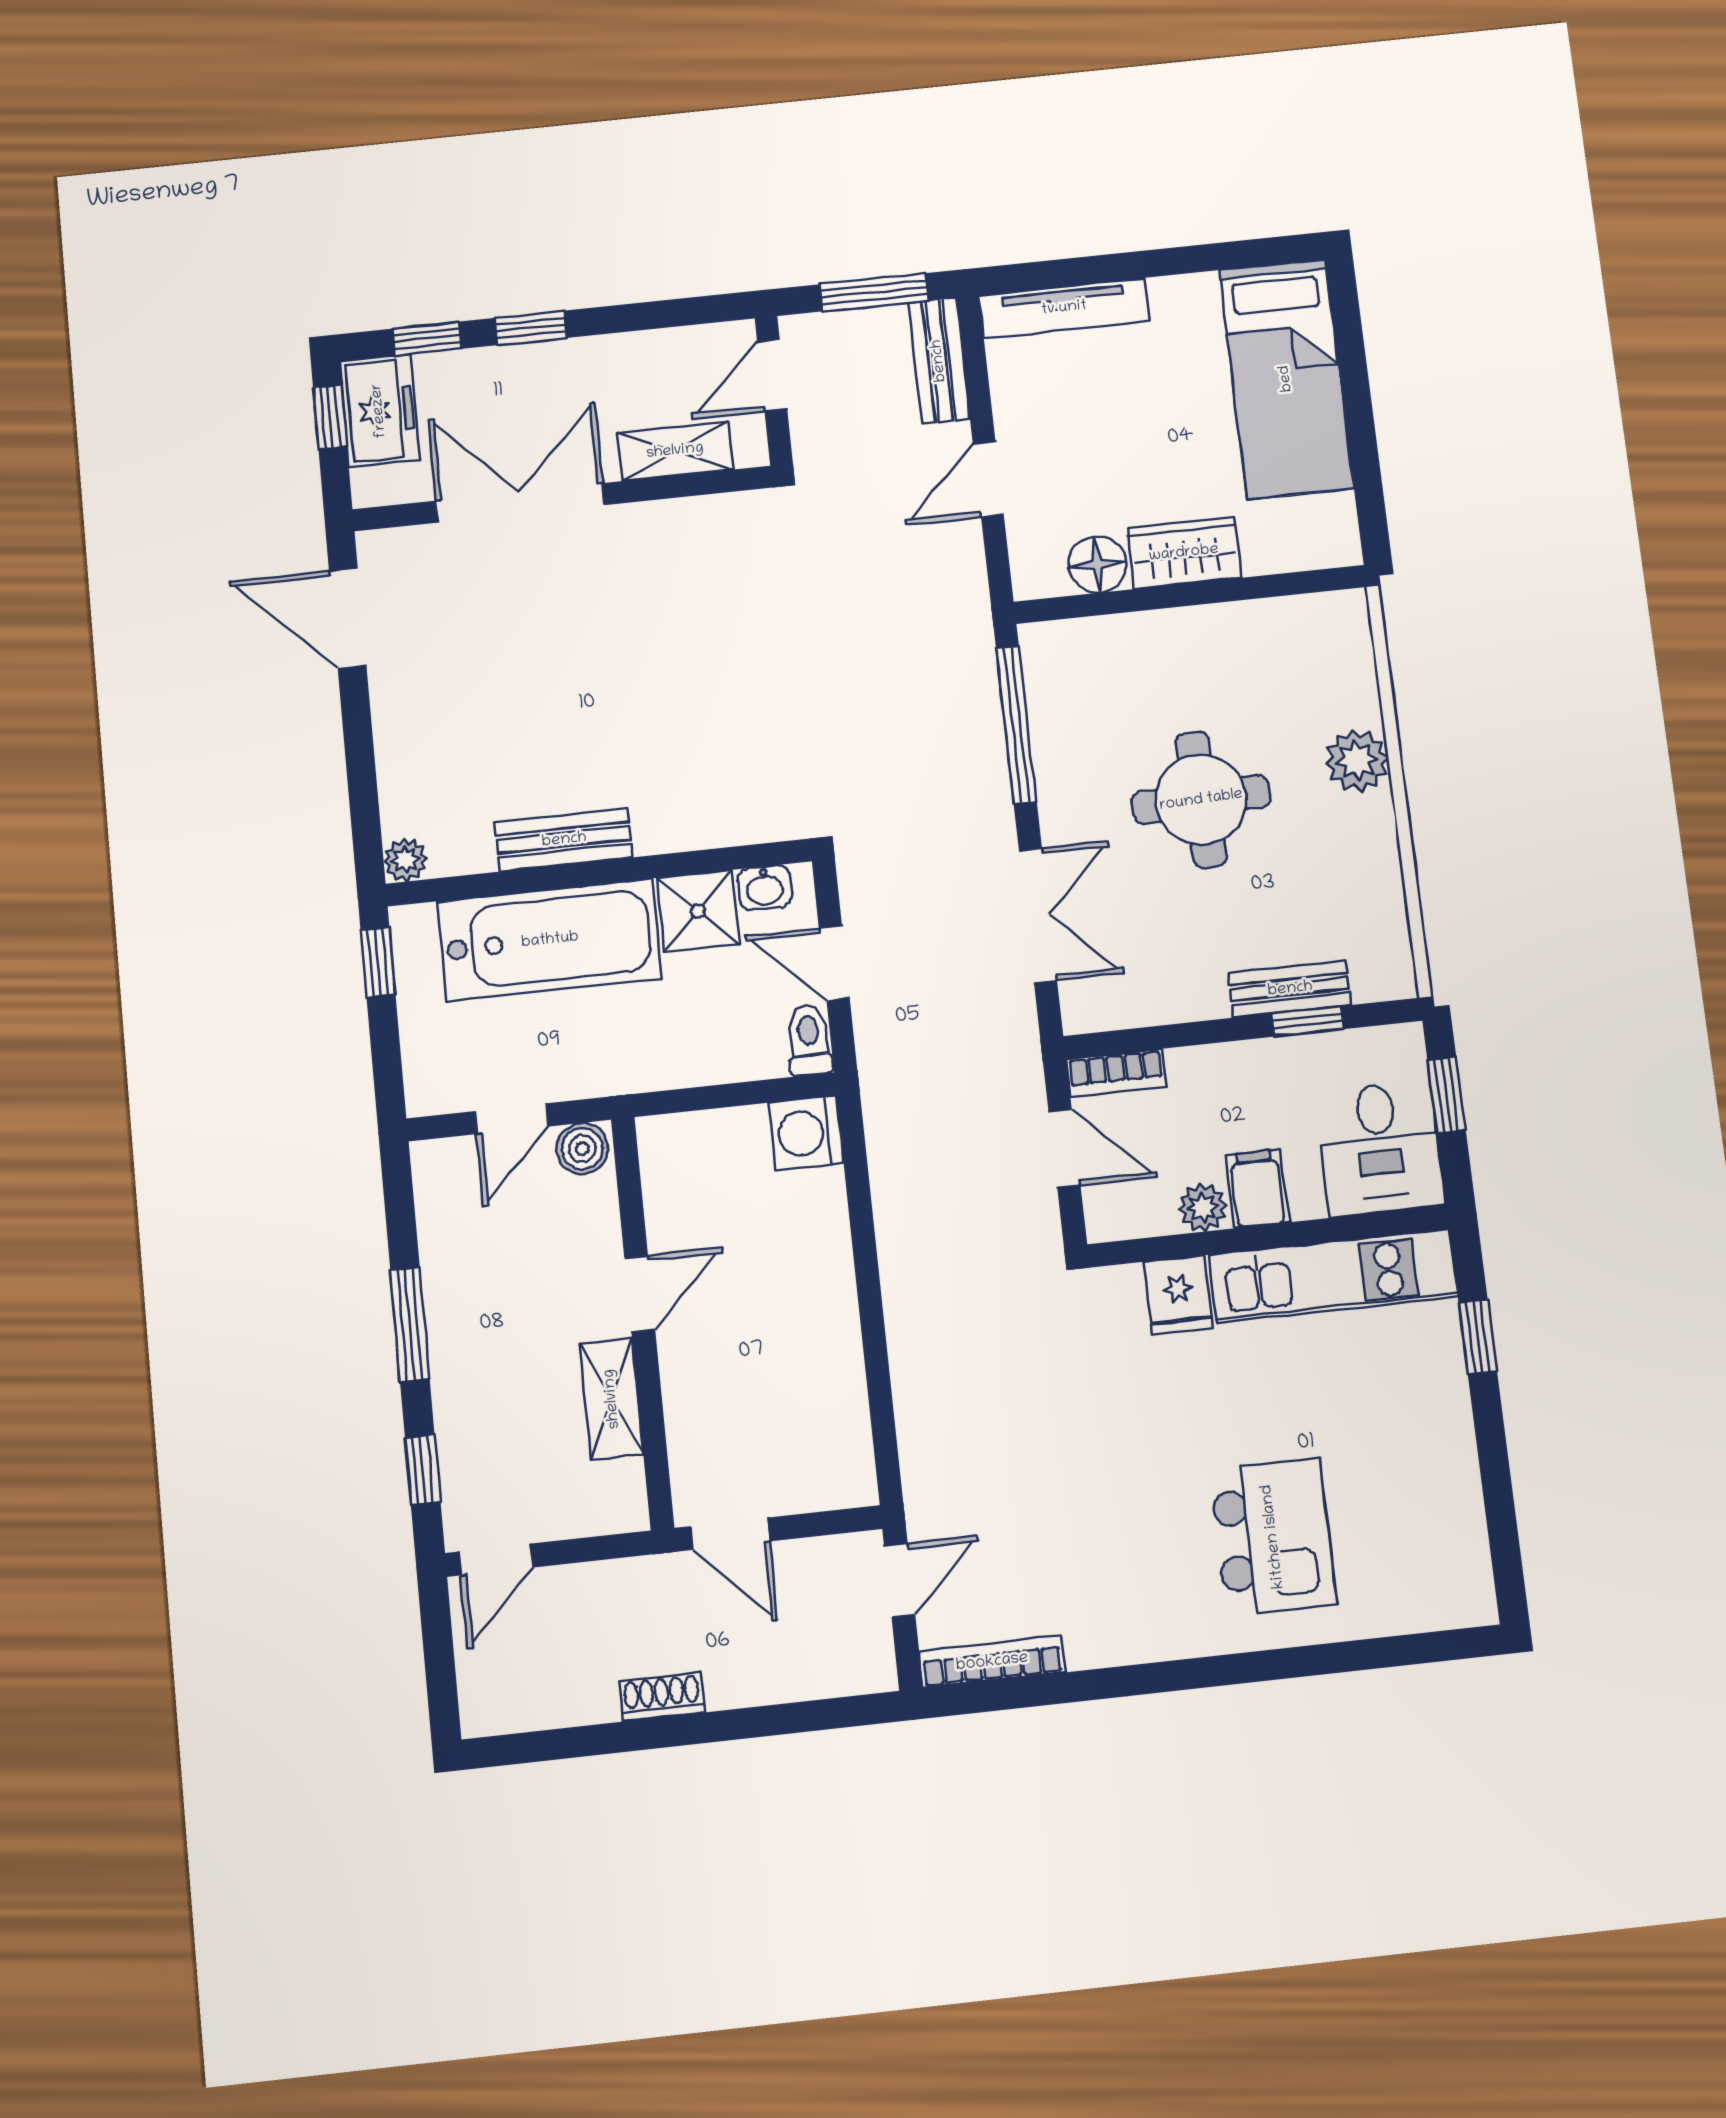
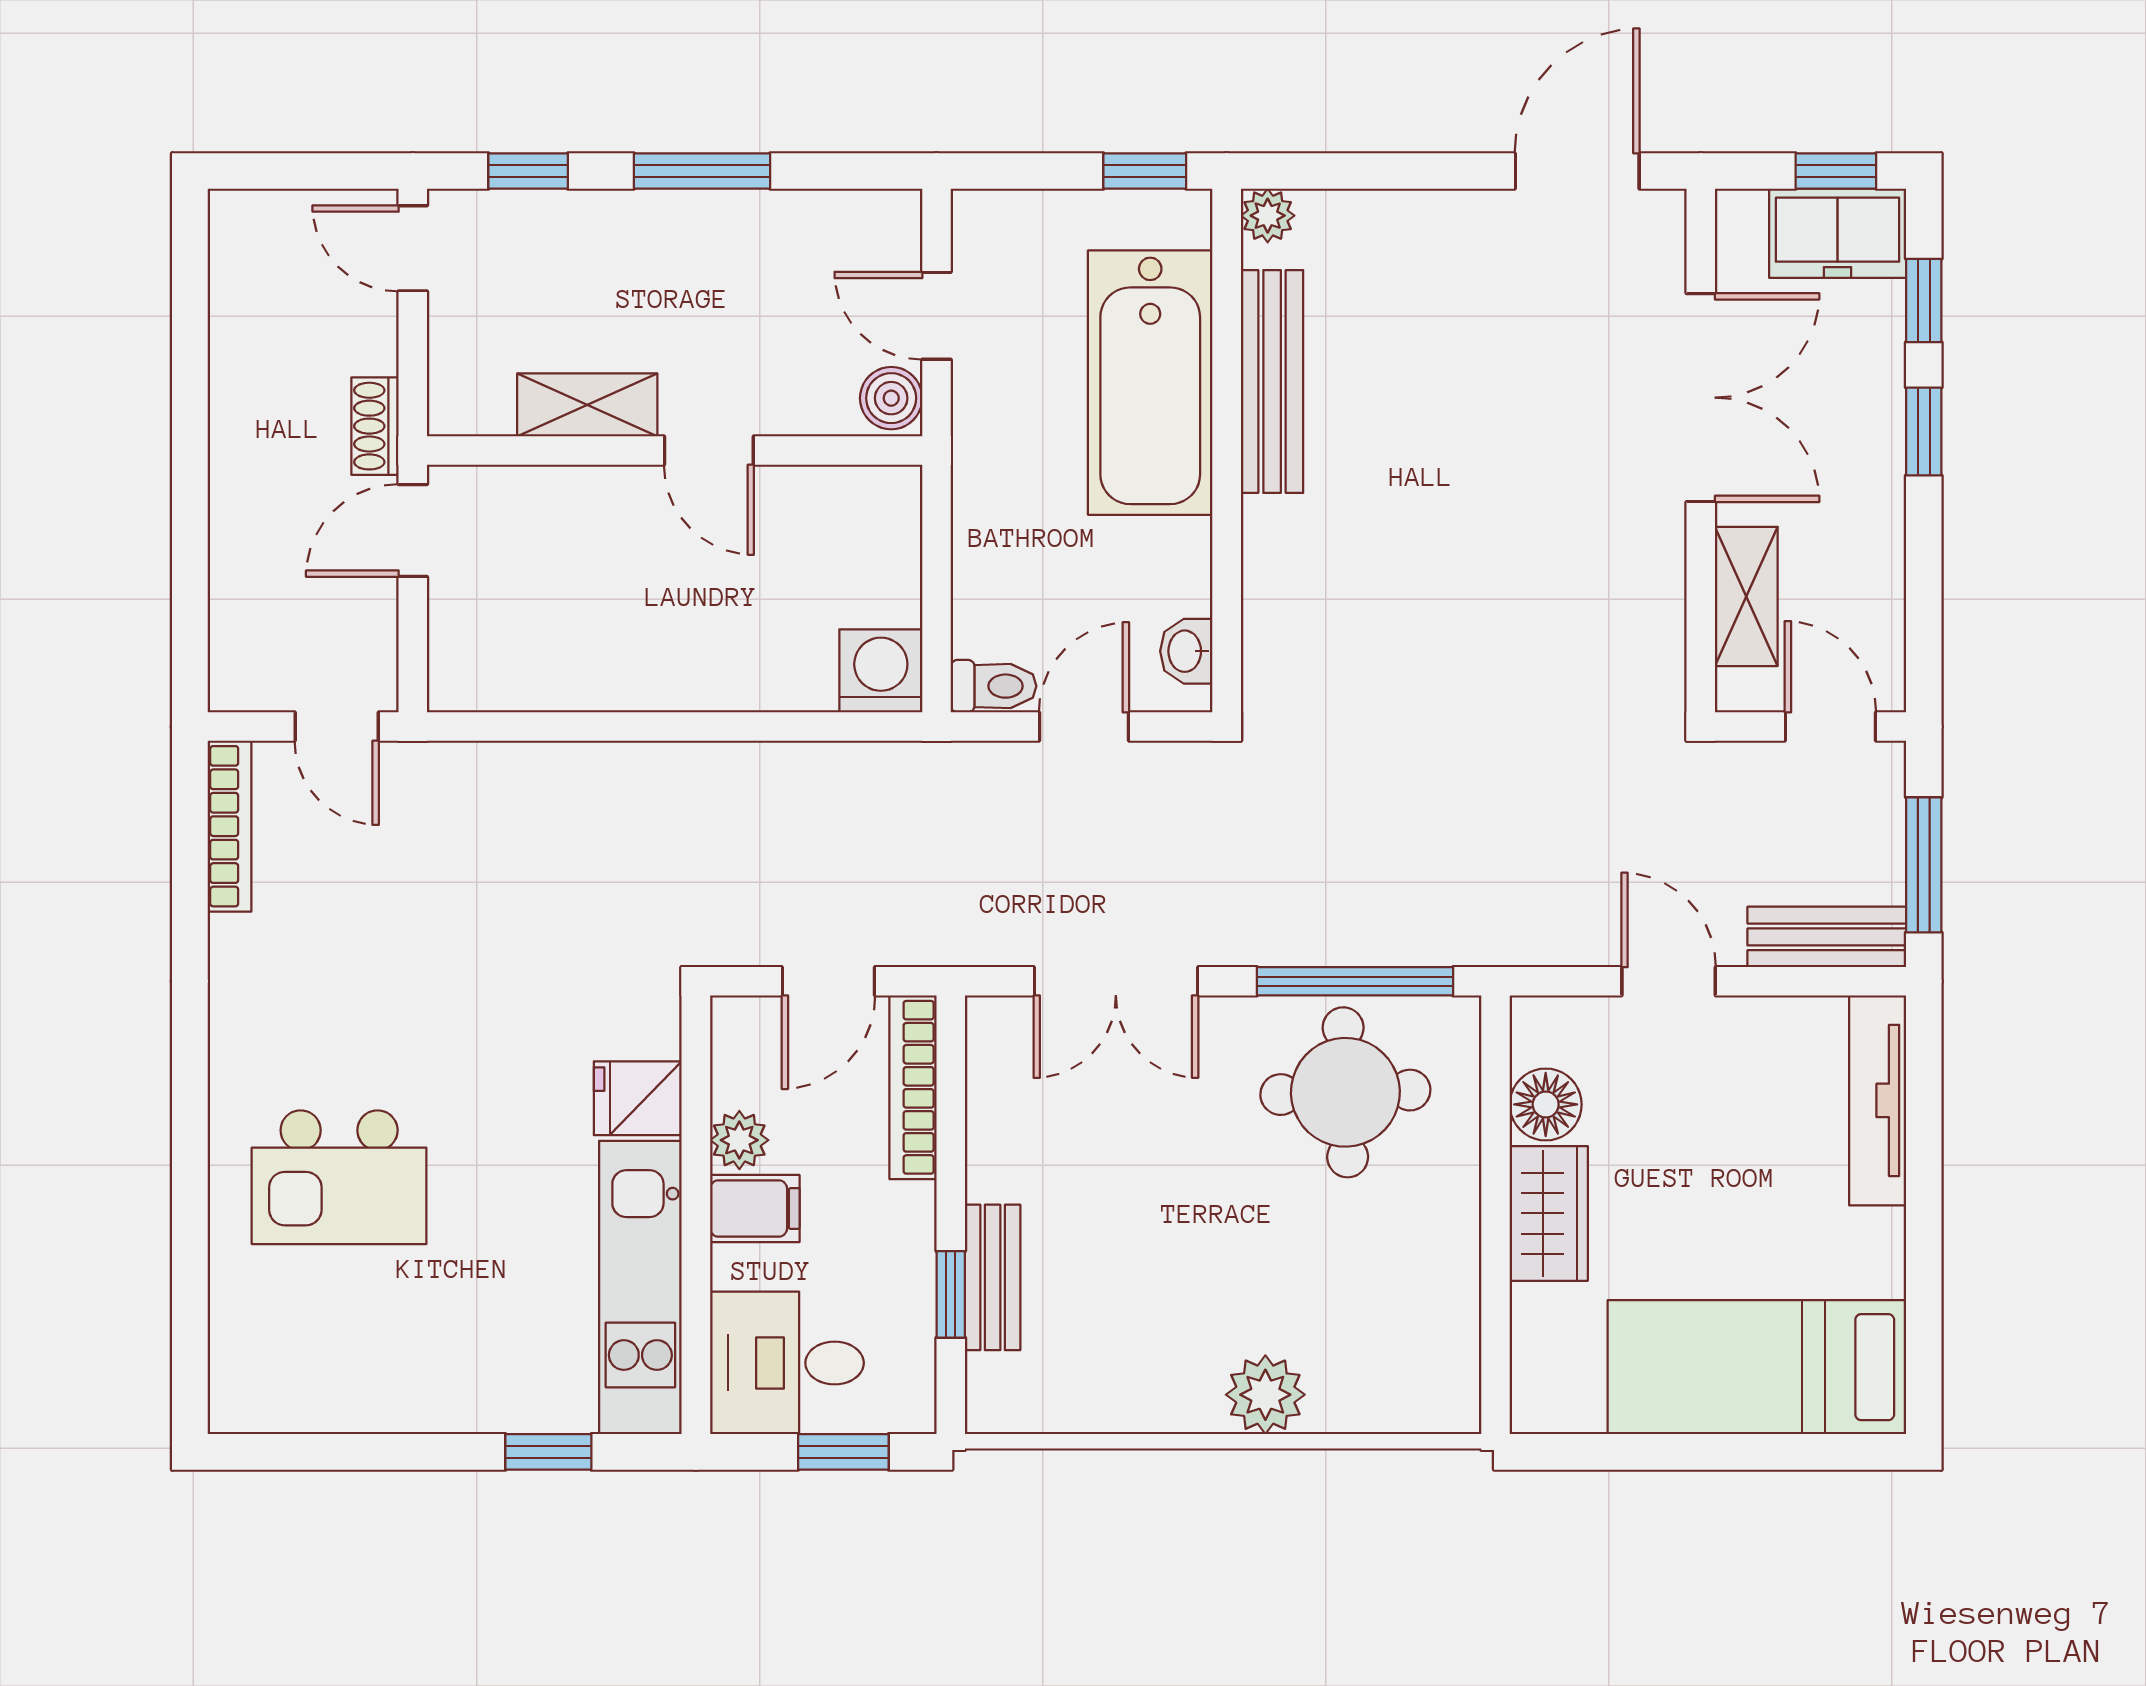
round table: (1201, 800) -> (1345, 1092), moved
bench: (564, 840) -> (1272, 382), width x1.36
shower: (698, 911) -> (1166, 567), removed
bookcase: (1116, 1073) -> (913, 1087), width x1.56
shoe rack: (662, 1697) -> (375, 426), moved, turned 180

